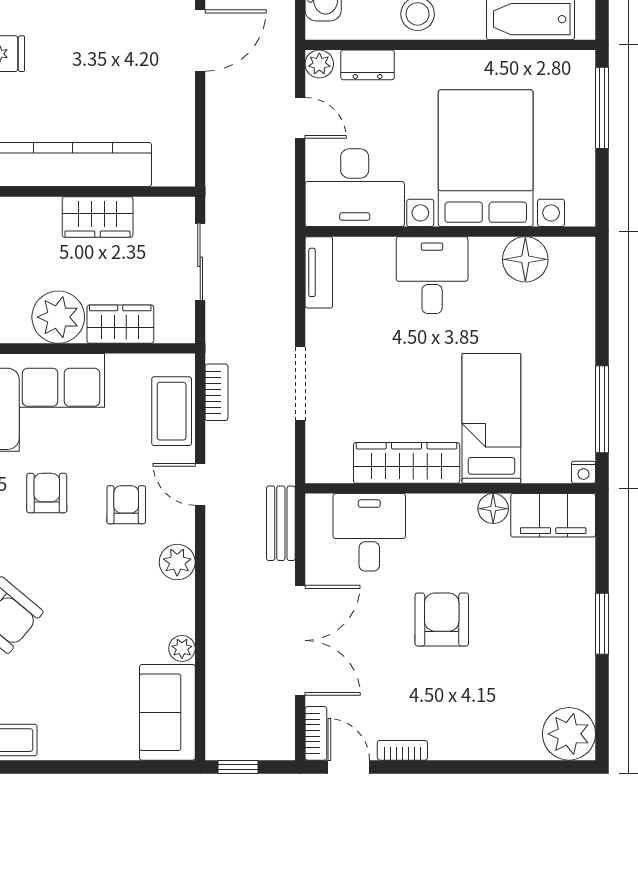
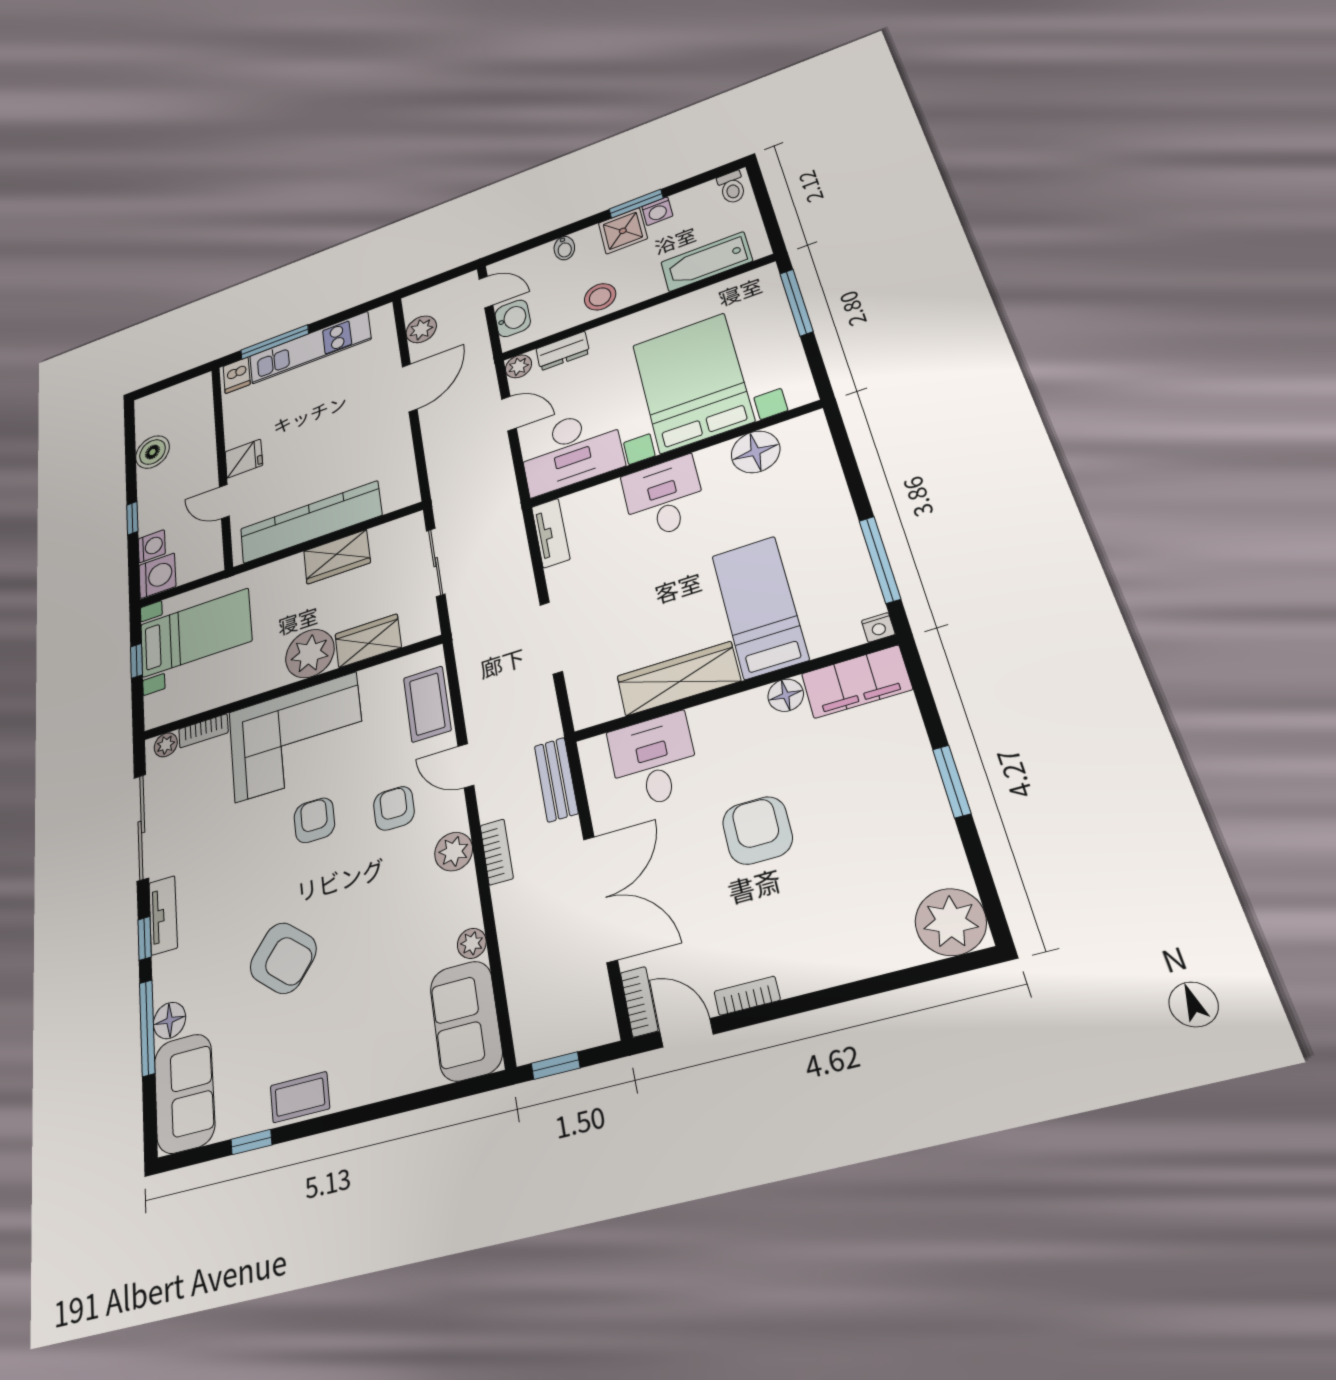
bookcase: (216, 392) -> (497, 852), moved

